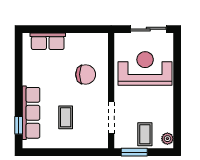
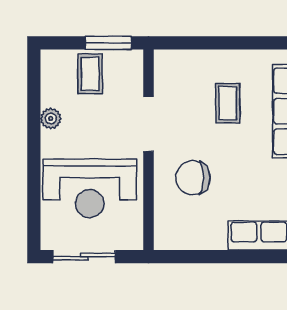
doorway: (111, 118) -> (149, 124), moved
plant: (167, 139) -> (51, 118), moved

